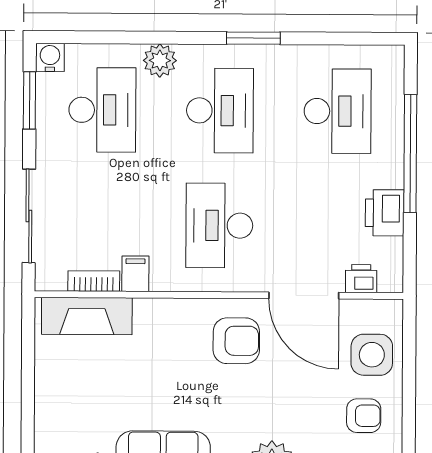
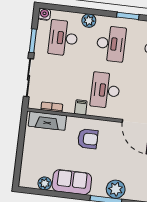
window: (29, 100) -> (33, 41), moved
desk: (102, 110) -> (63, 38), turned 180
filing cabinet: (135, 274) -> (81, 107), moved
armchair: (236, 341) -> (88, 139), moved

